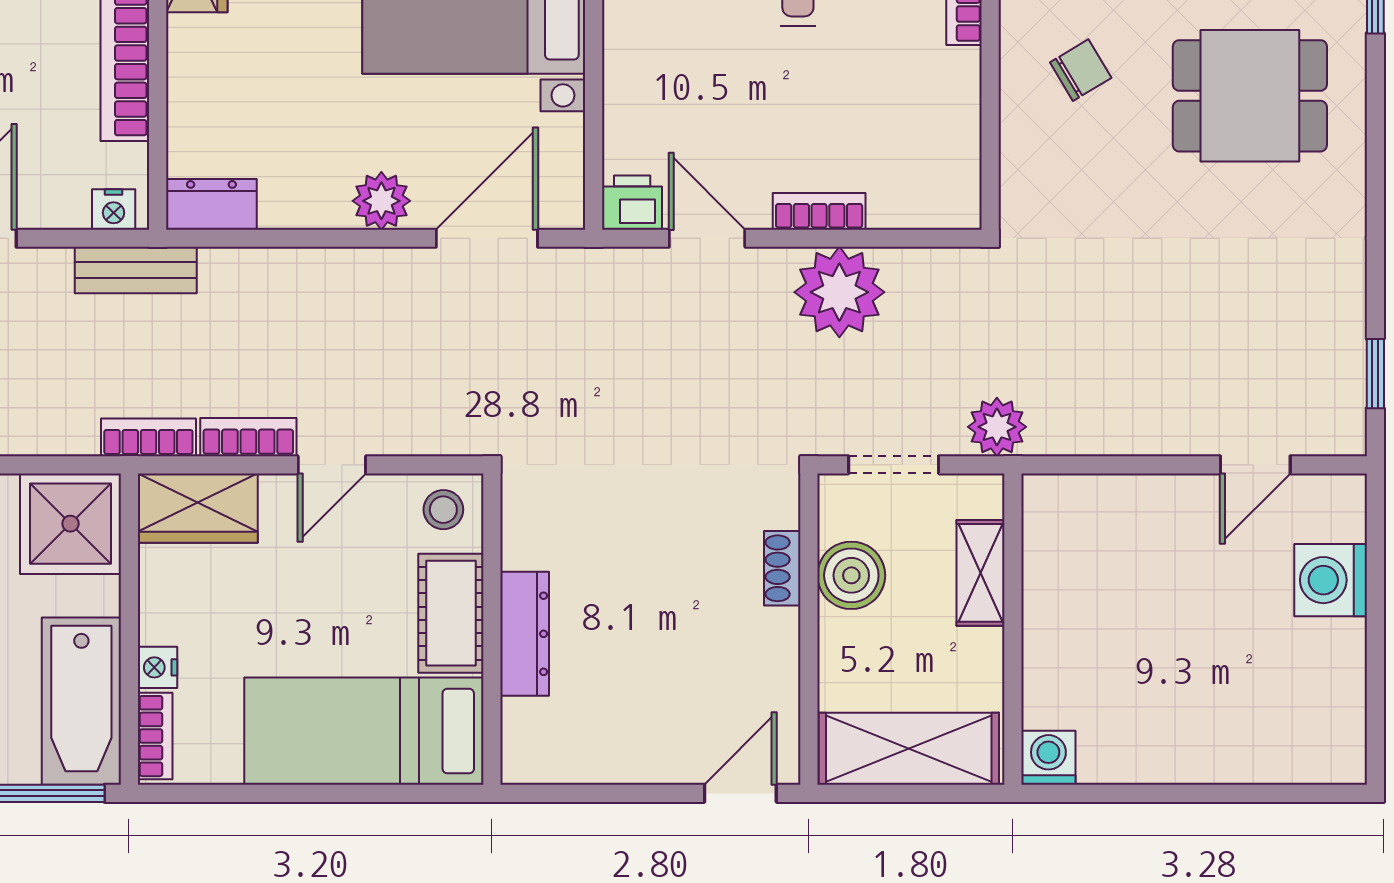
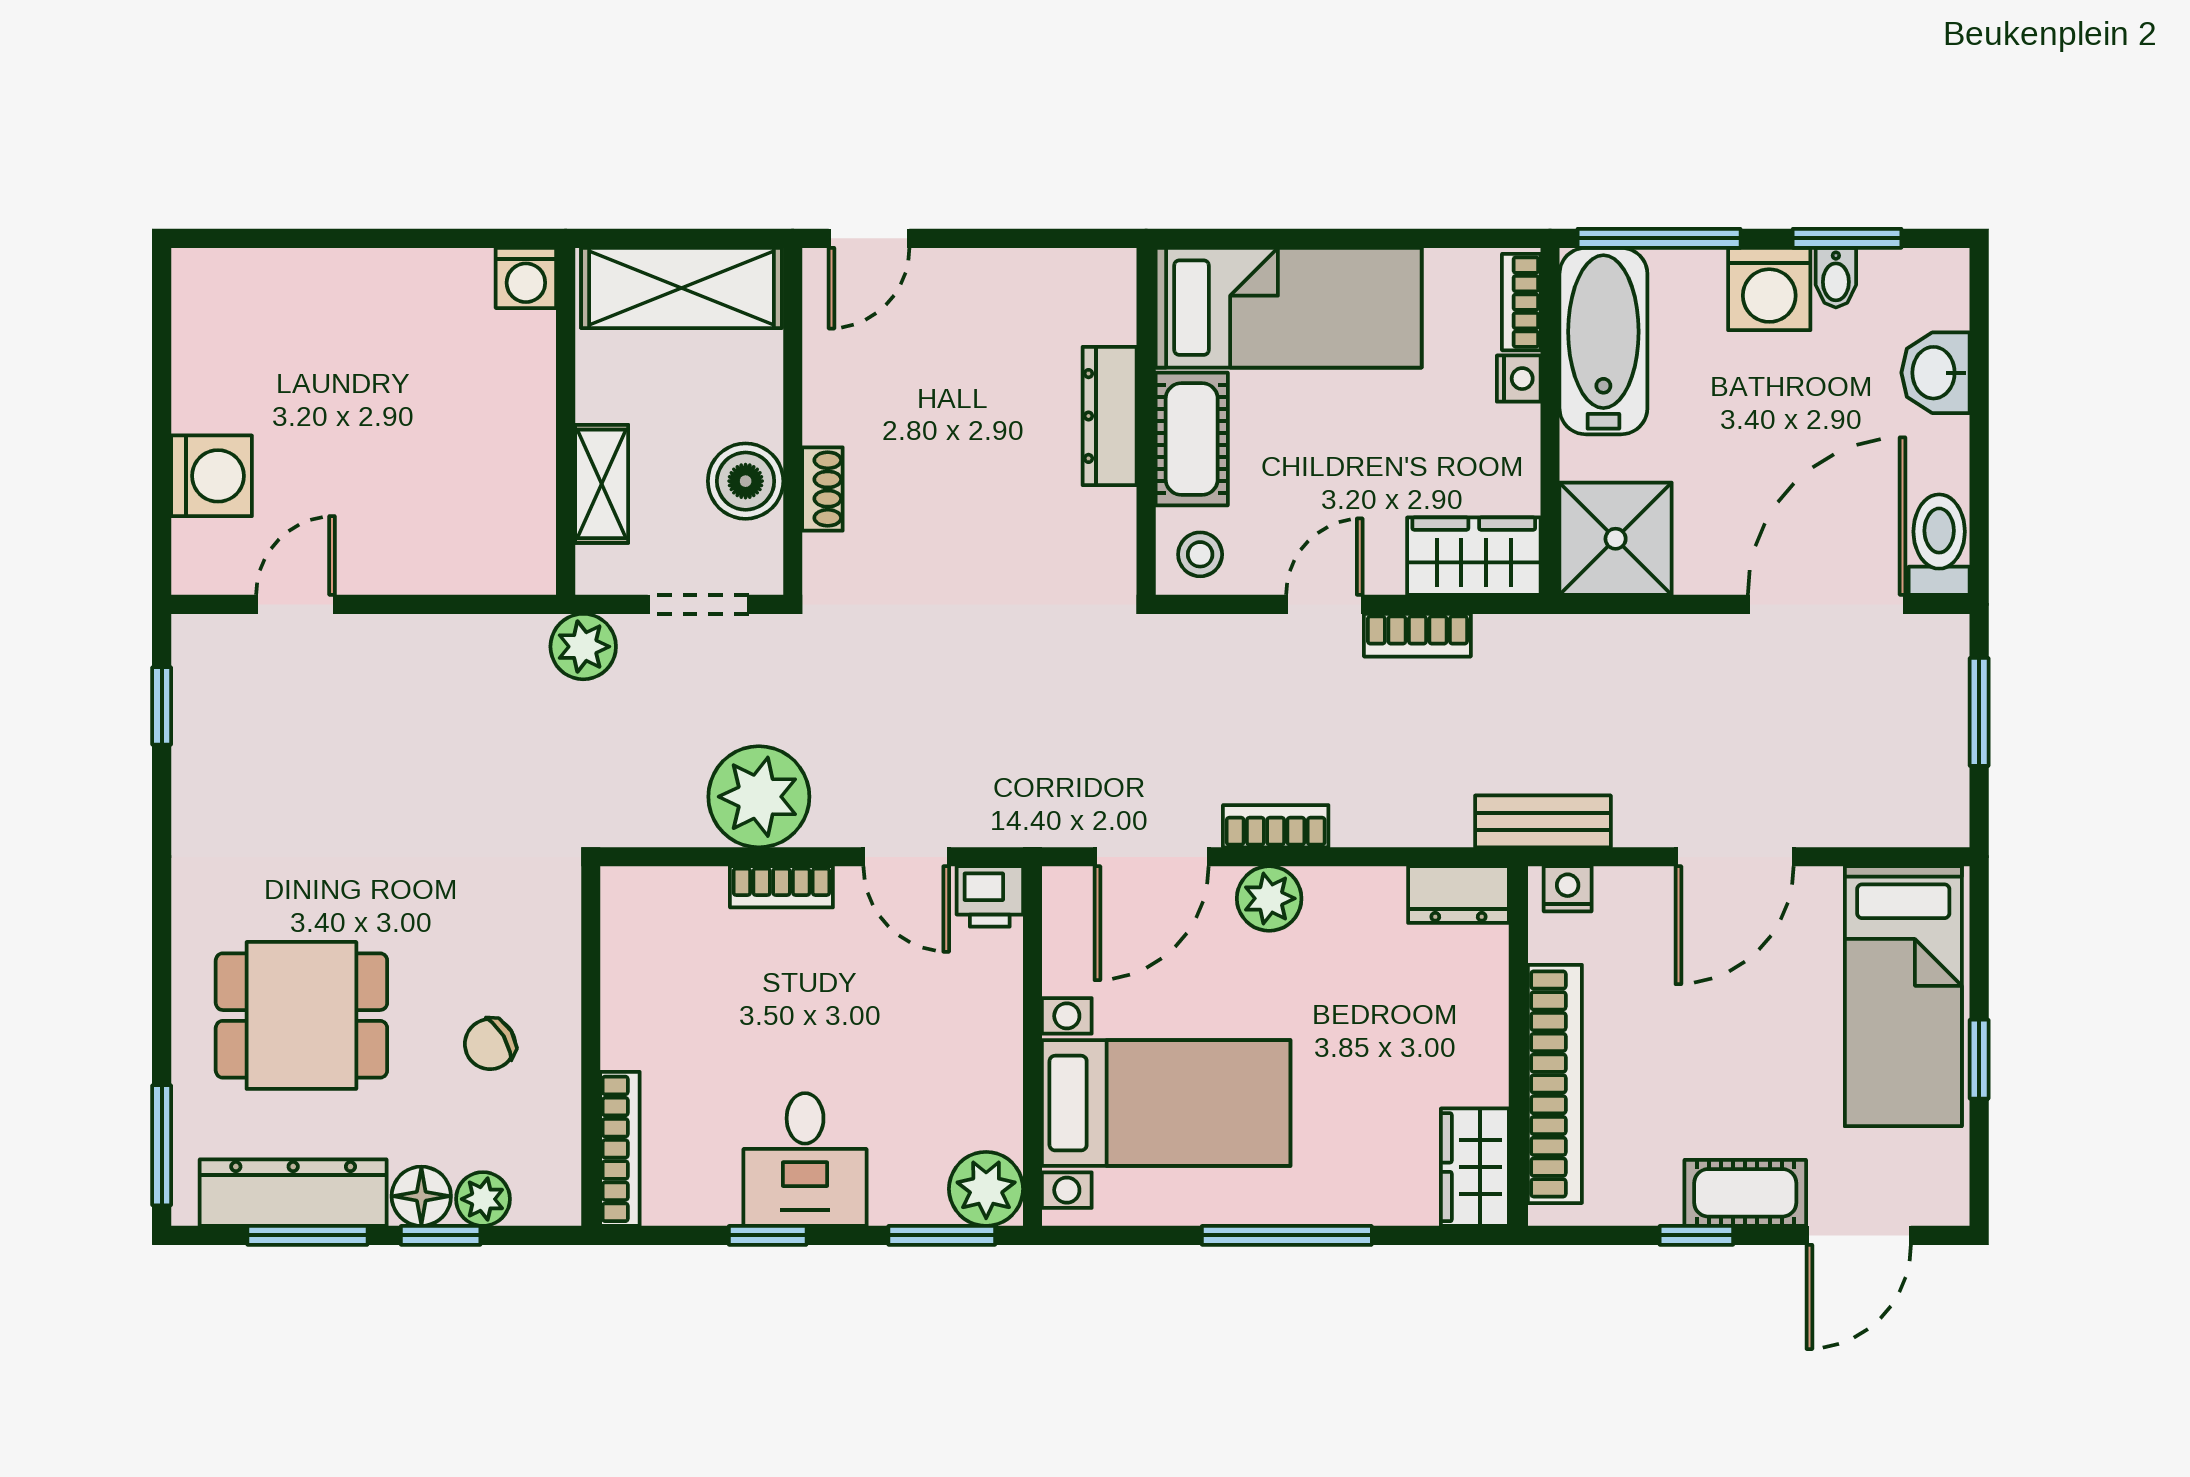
bookcase: (148, 437) -> (1276, 826), moved, turned 180

